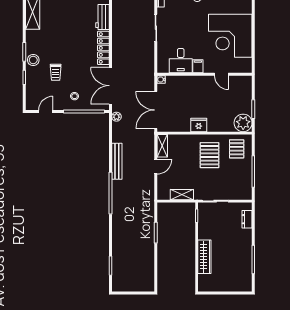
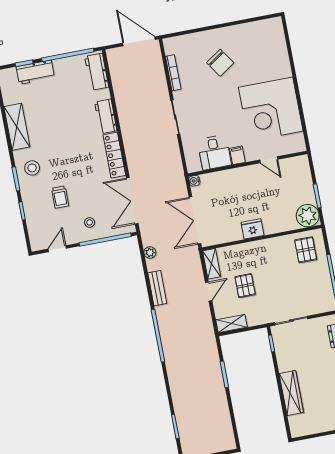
stool: (33, 60) -> (32, 168), moved
plant: (116, 117) -> (150, 252), moved
pallet: (210, 155) -> (245, 286), moved, width x0.67, depth x0.71
bench: (117, 161) -> (157, 288), width x0.73
shelving: (182, 195) -> (231, 323), moved

